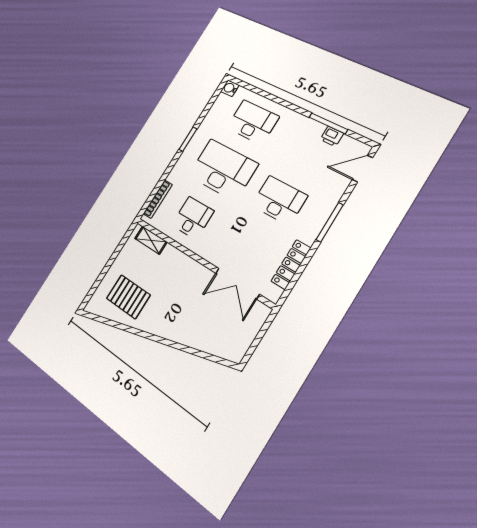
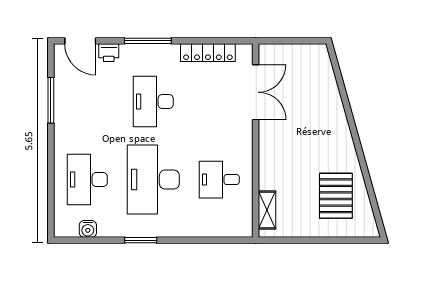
water cooler: (230, 88) -> (88, 229), moved
printer: (332, 136) -> (109, 53), moved, turned 90
bookcase: (158, 199) -> (222, 231), removed

